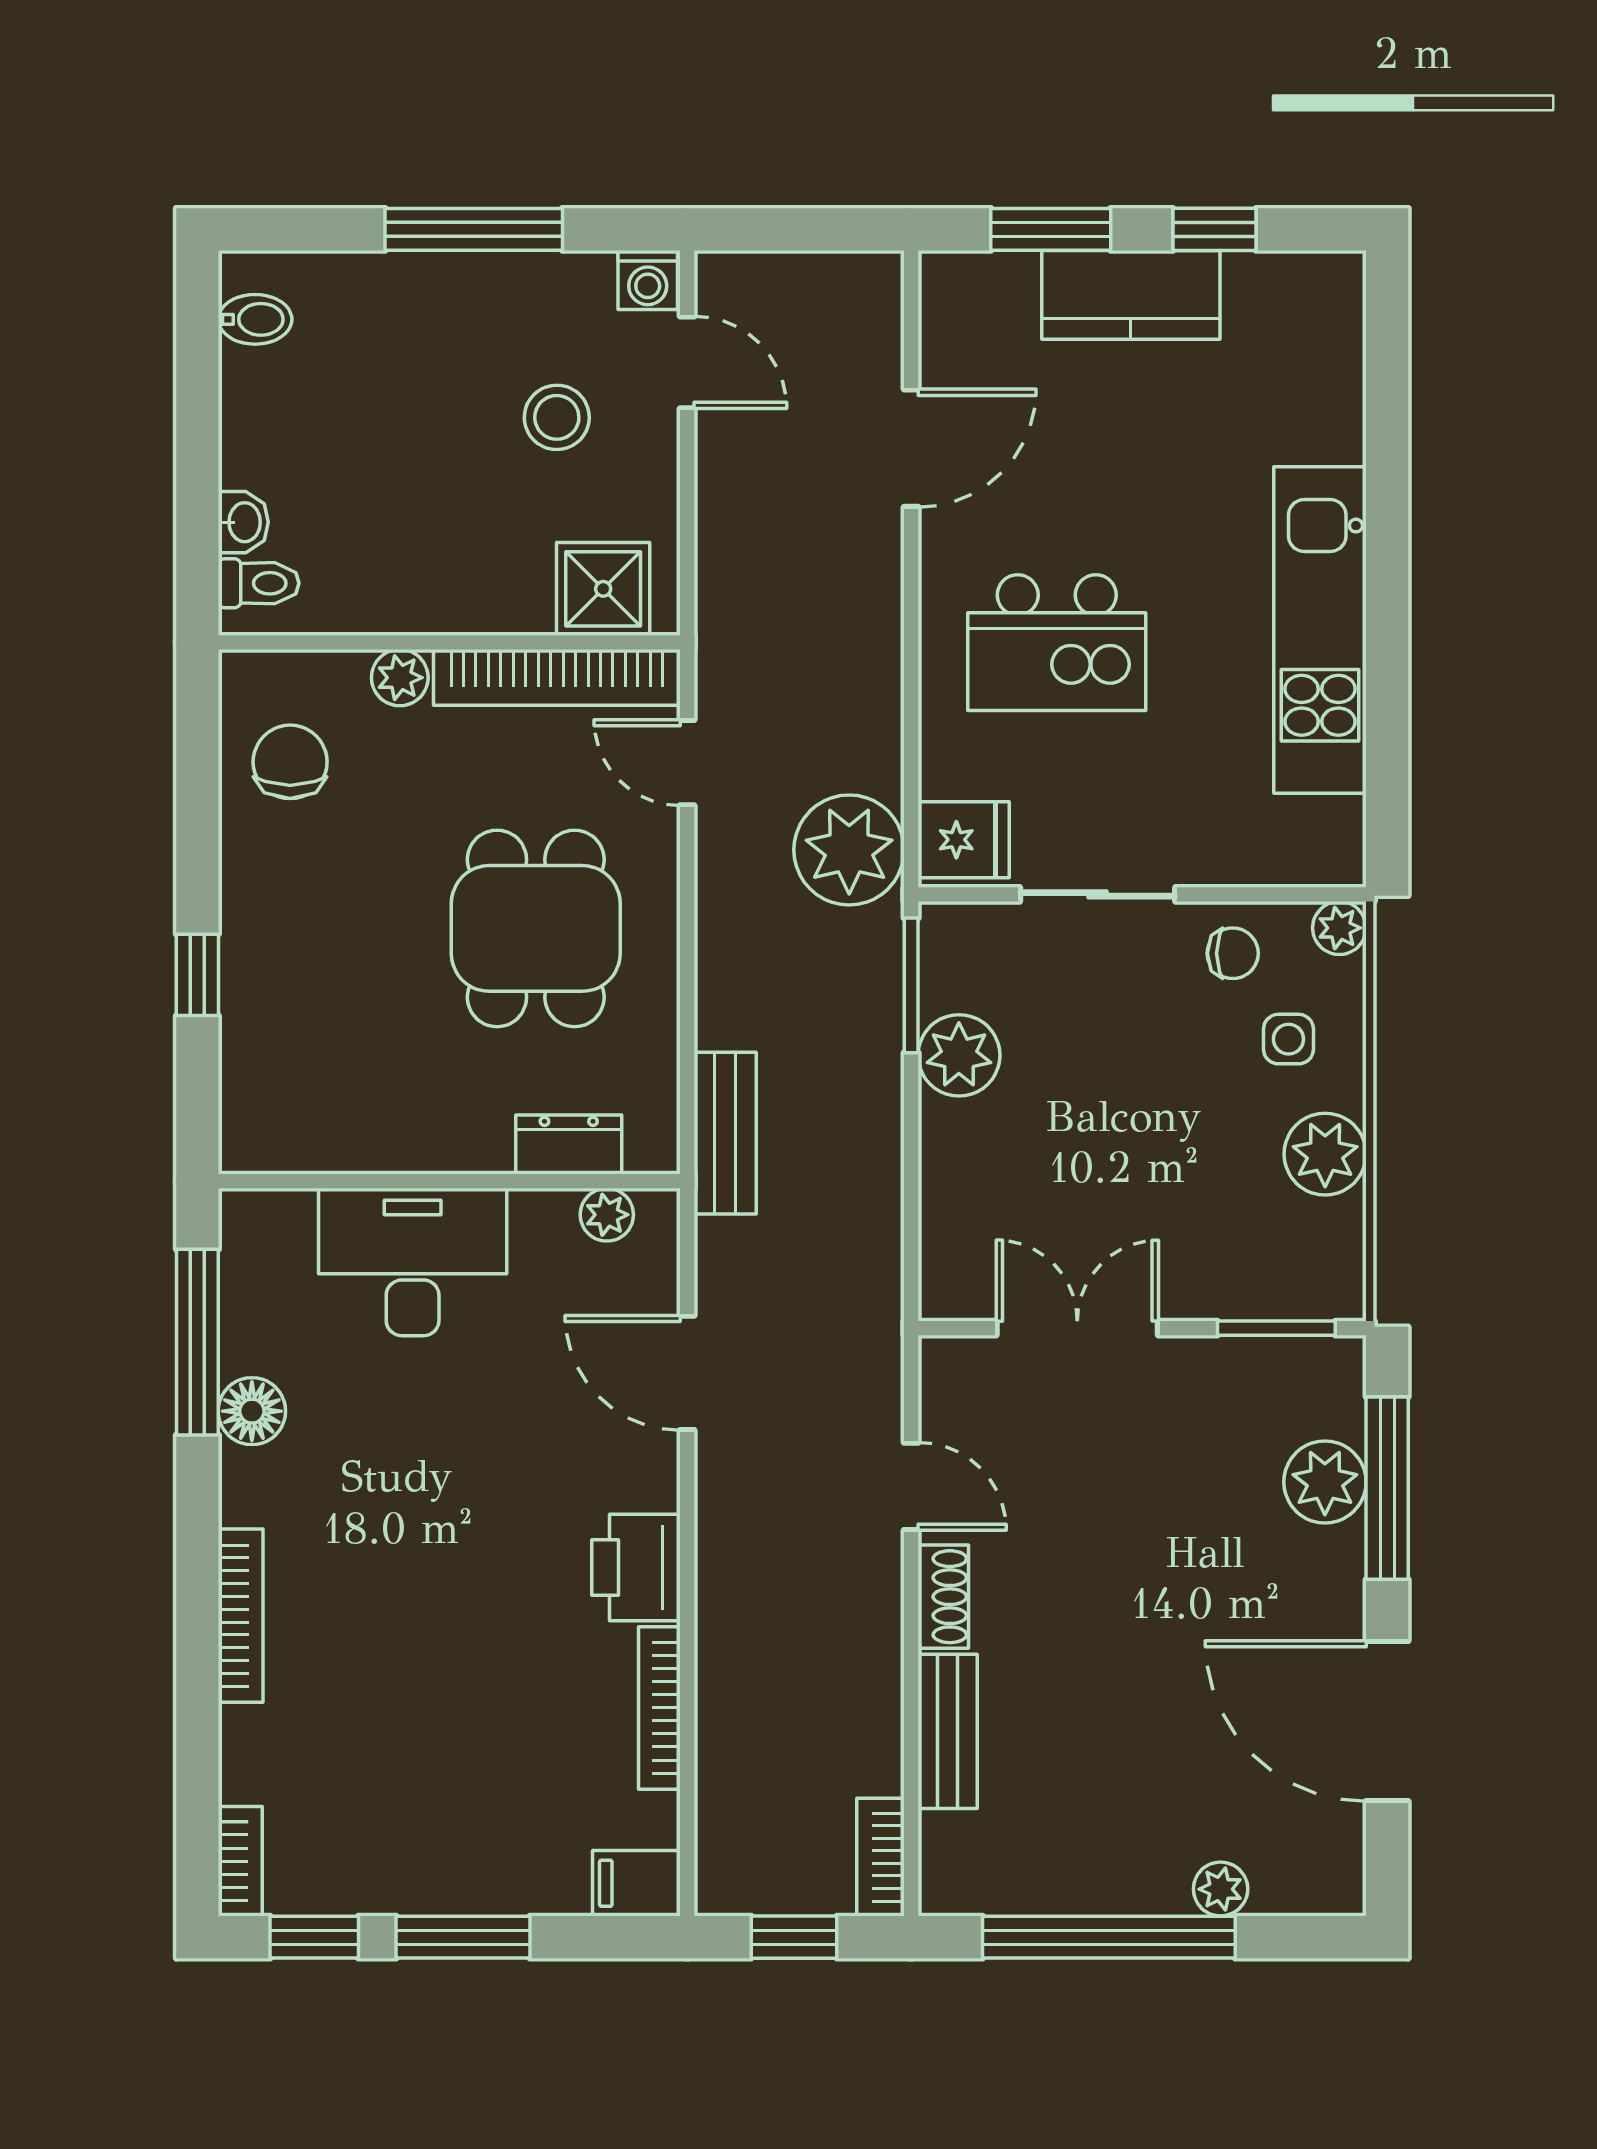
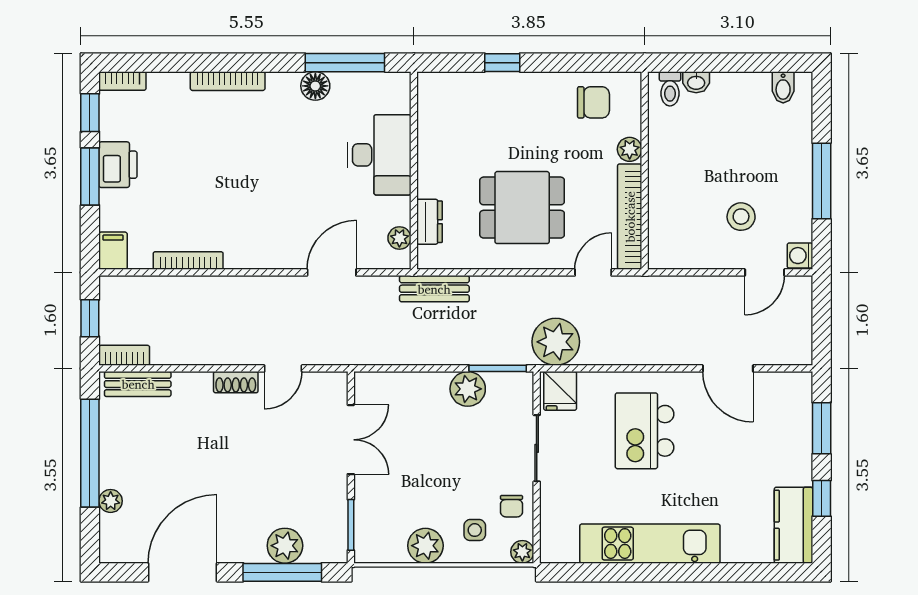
kitchen counter: (1131, 295) -> (794, 525), moved
shower: (603, 589) -> (668, 236), removed
printer: (636, 1568) -> (118, 165), moved, turned 90
bench: (948, 1731) -> (138, 384), moved

